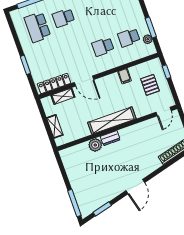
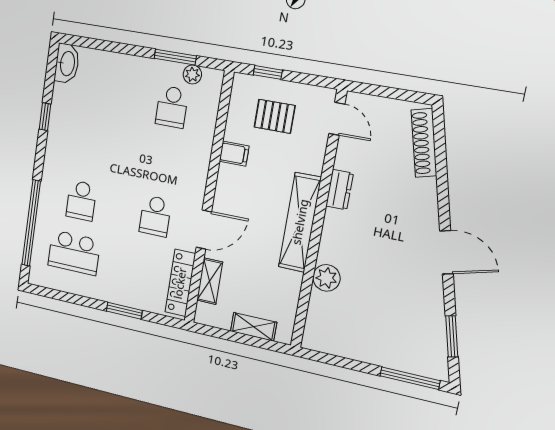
school desk: (103, 47) -> (155, 216), moved
dresser: (110, 138) -> (340, 190), moved

